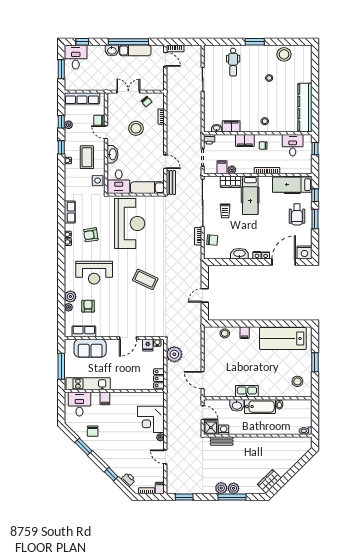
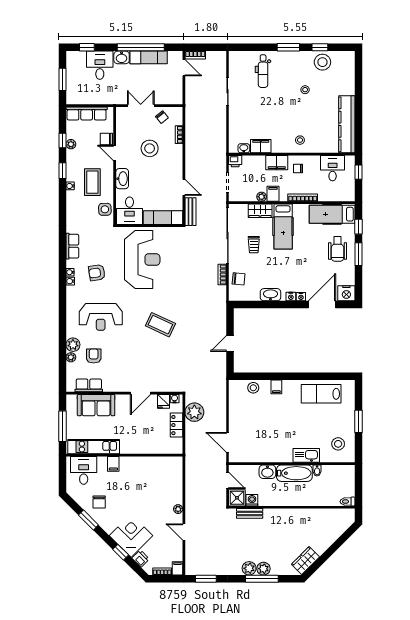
window: (282, 42) -> (320, 47), added
desk: (76, 57) -> (100, 65), moved
filing cabinet: (222, 167) -> (273, 194), moved
lab bench: (283, 339) -> (321, 394), width x0.73, depth x0.72
locker: (159, 379) -> (176, 425), moved
kitchen sink: (247, 391) -> (306, 455), moved
corner desk: (151, 419) -> (131, 536), moved, turned 135

